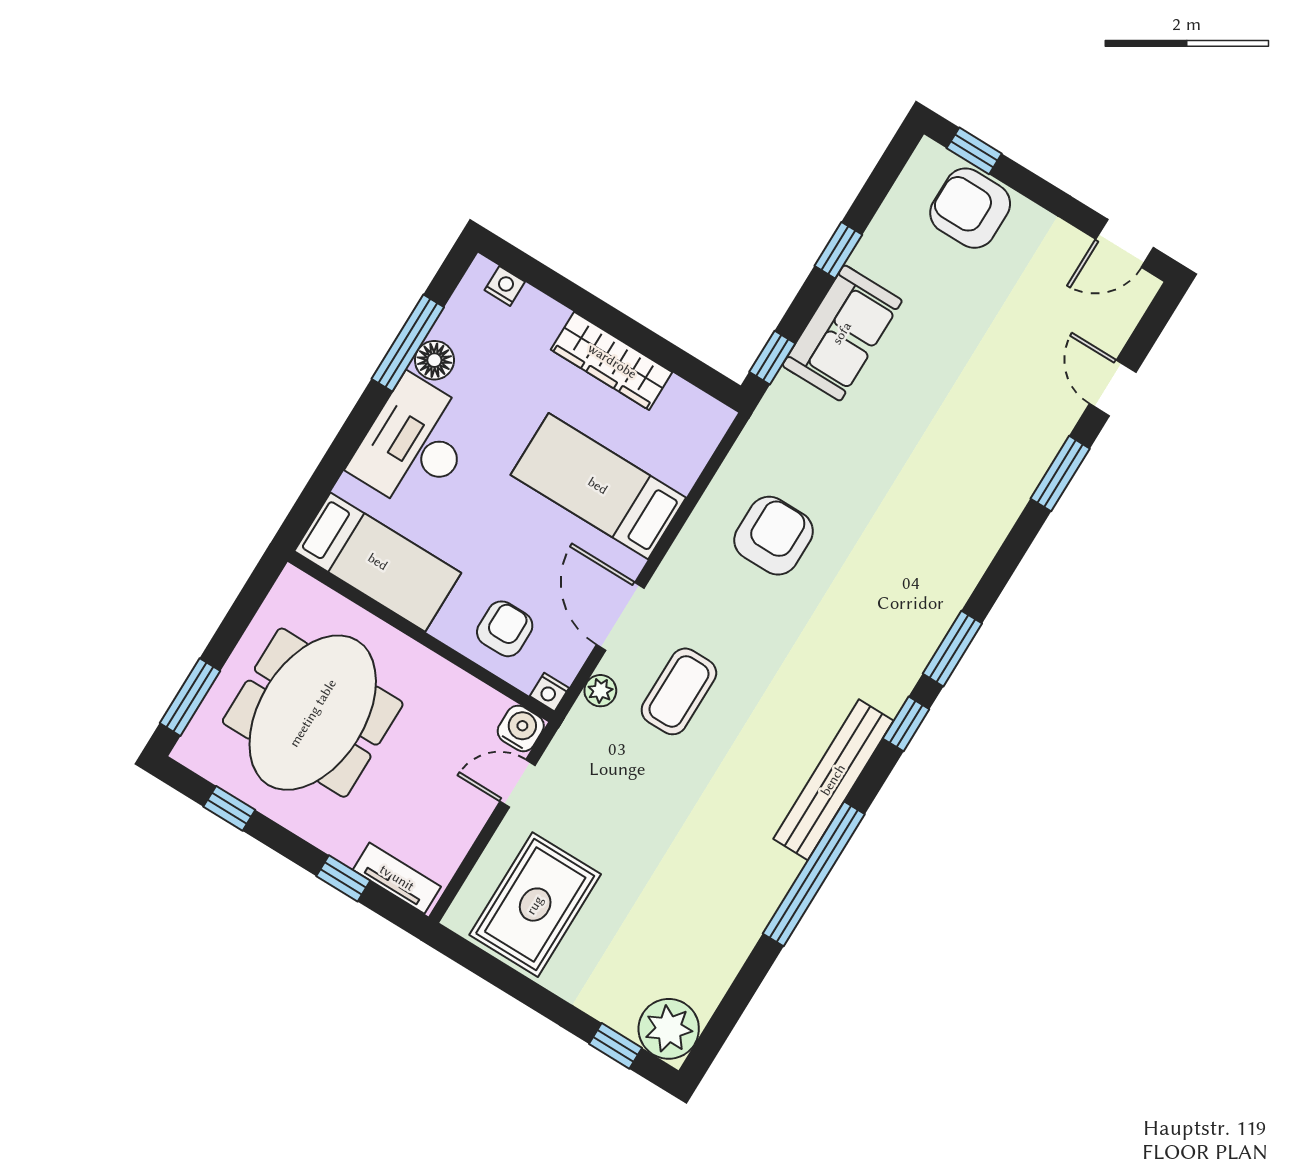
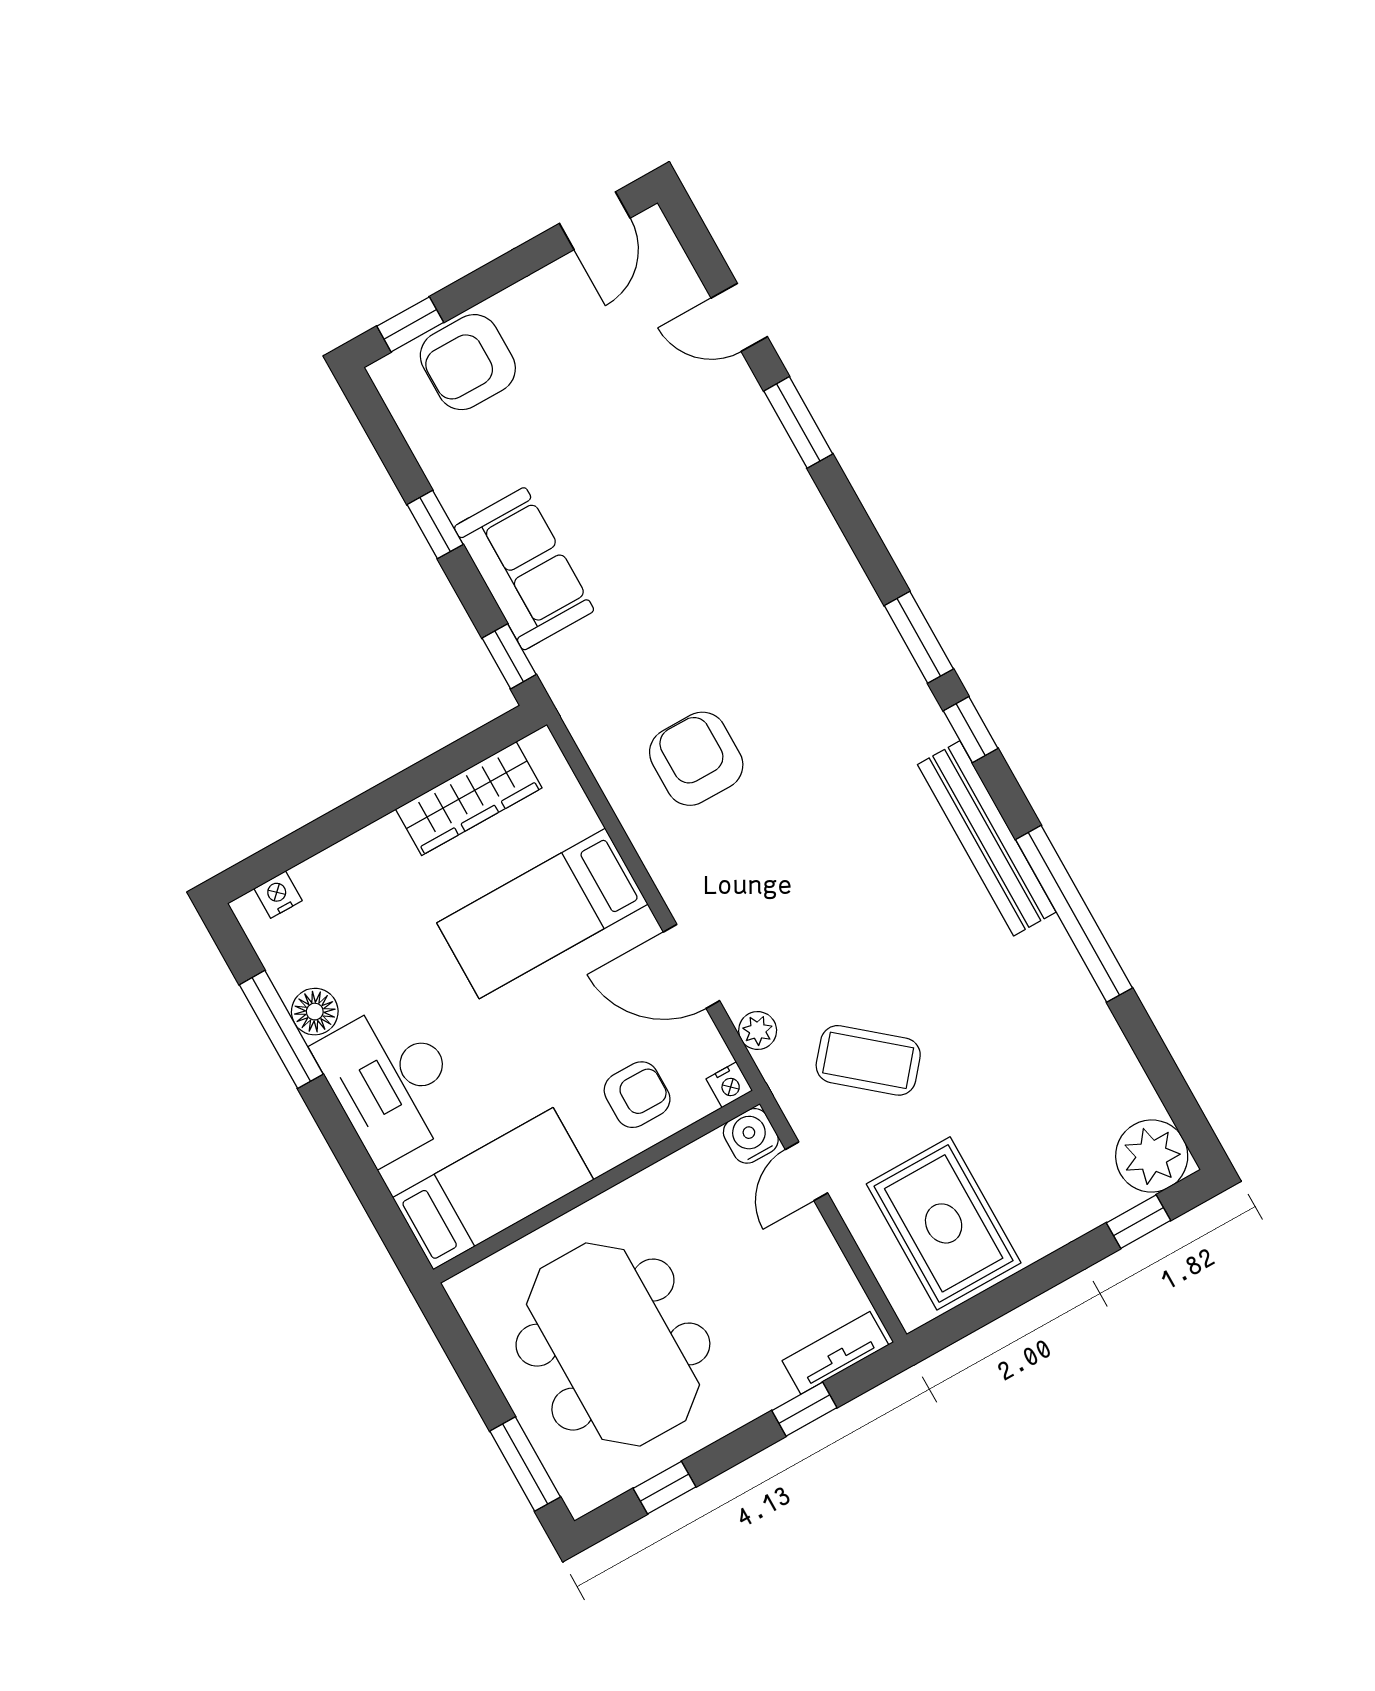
wardrobe: (612, 361) -> (469, 799), moved
armchair: (505, 629) -> (637, 1095), turned 90
coffee table: (679, 691) -> (868, 1060), moved, turned -50

